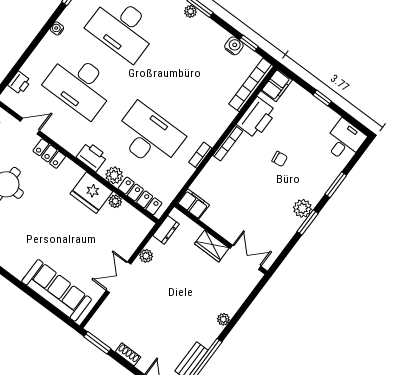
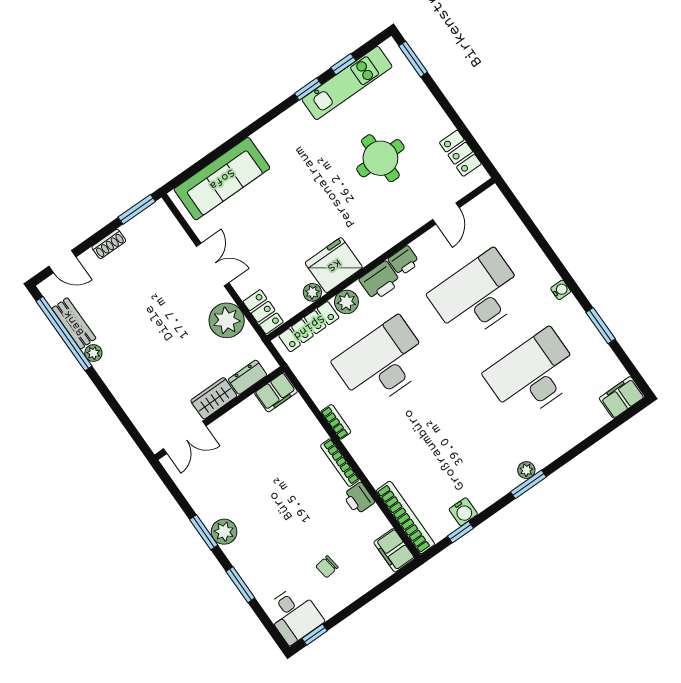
printer: (19, 83) -> (404, 261), moved, turned -90
window: (322, 98) -> (315, 635), moved
printer: (257, 118) -> (359, 498), width x0.53, depth x0.68
desk: (149, 136) -> (382, 363), turned 180
locker: (49, 154) -> (263, 312), moved, turned 90
chair: (280, 159) -> (327, 567), moved
dresser: (166, 230) -> (248, 377), moved, turned 90
plant: (146, 256) -> (227, 320), width x1.88, depth x1.88
plant: (223, 319) -> (93, 353), moved

